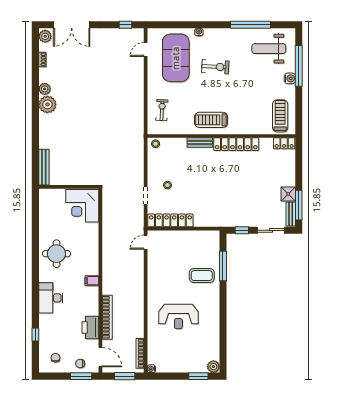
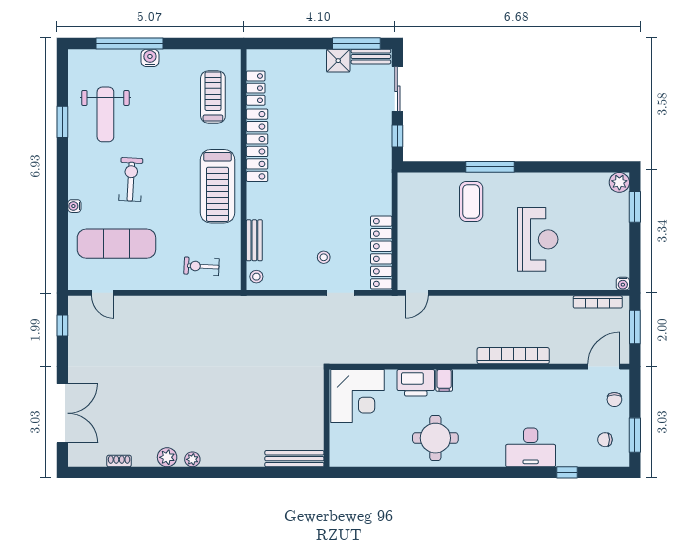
window: (251, 25) -> (62, 122), width x0.47
plant: (45, 36) -> (81, 457), removed
weight bench: (269, 49) -> (105, 114), moved
exercise mat: (176, 58) -> (116, 244), width x0.68
plant: (47, 104) -> (192, 459), width x0.53, depth x0.53
treadmill: (280, 116) -> (213, 97), moved, turned 90
treadmill: (211, 120) -> (217, 186), width x1.37, depth x1.38
bench: (200, 143) -> (254, 240), moved
locker: (284, 143) -> (256, 88), moved
door: (146, 242) -> (417, 293), hinge flipped
window: (223, 266) -> (490, 167), moved
filing cabinet: (92, 281) -> (444, 380), moved
desk: (51, 298) -> (531, 447), moved
bookcase: (107, 317) -> (513, 356), moved
printer: (90, 327) -> (416, 383), moved
window: (81, 376) -> (635, 435), moved

